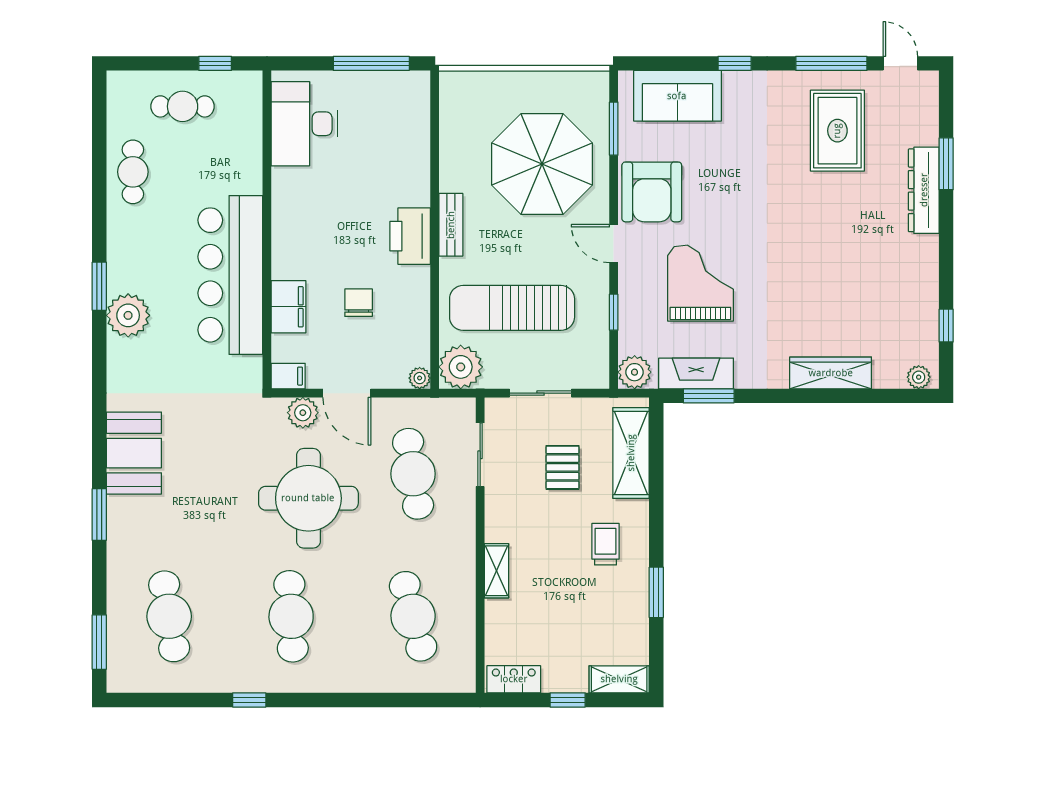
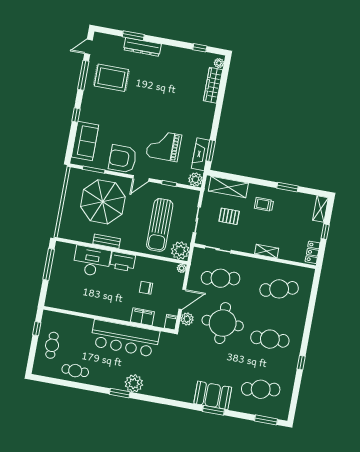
desk: (304, 124) -> (92, 261), moved, turned 180
armchair: (652, 192) -> (123, 159), turned 180
bench: (451, 225) -> (107, 241), moved
wardrobe: (831, 373) -> (213, 85), moved
booth: (134, 453) -> (213, 395), moved

